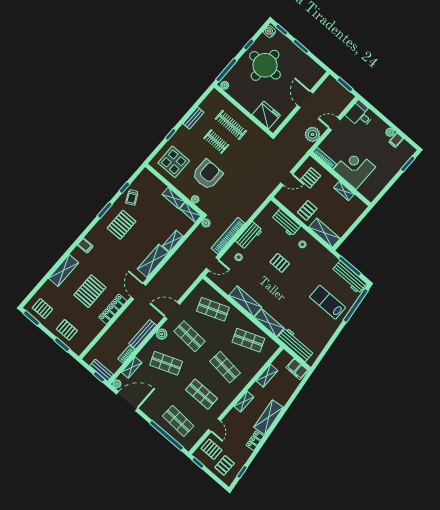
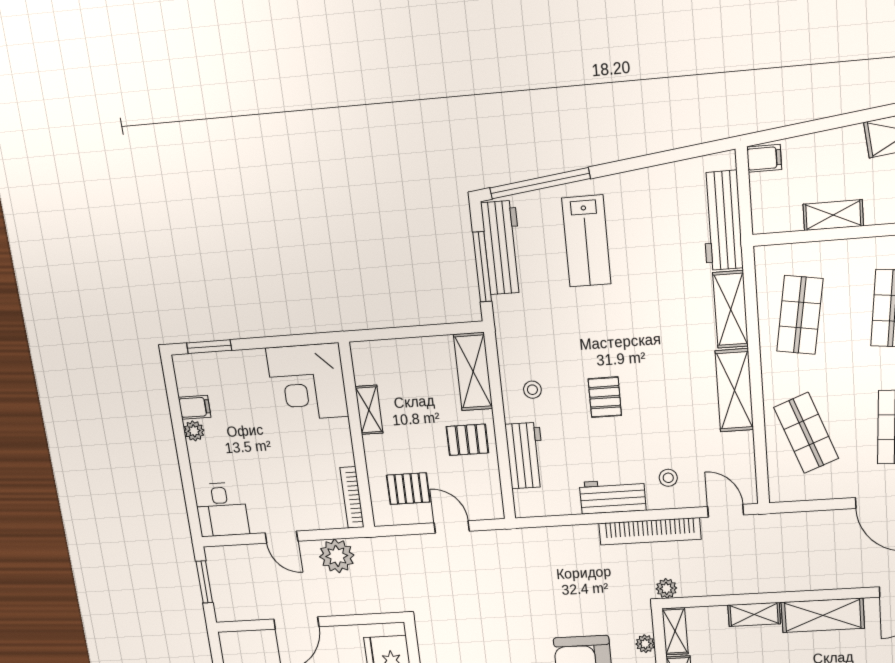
corner desk: (354, 168) -> (307, 382), moved
shop shelf: (248, 340) -> (800, 315), turned 30
filing cabinet: (297, 369) -> (764, 158), width x0.50

